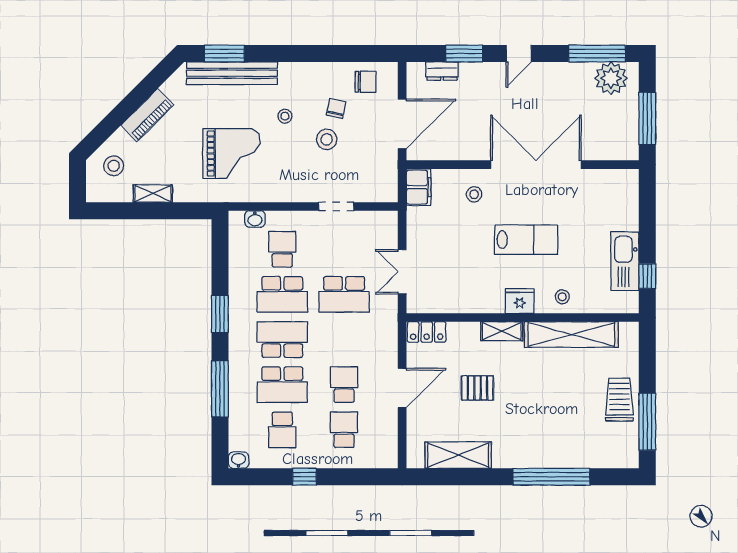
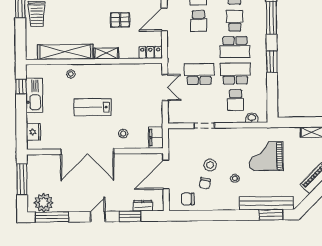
fridge: (520, 301) -> (34, 132), moved, turned -90
school desk: (282, 385) -> (235, 21), width x0.54

